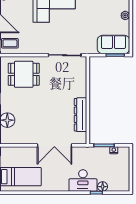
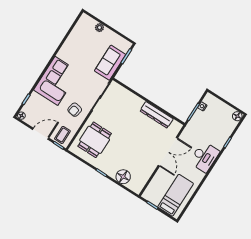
armchair: (39, 40) -> (75, 110), added
sofa: (113, 45) -> (110, 63), moved
desk: (83, 180) -> (204, 157), moved
floor lamp: (103, 187) -> (237, 116), moved

